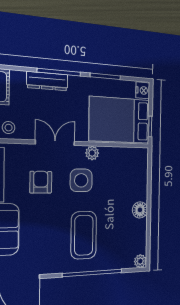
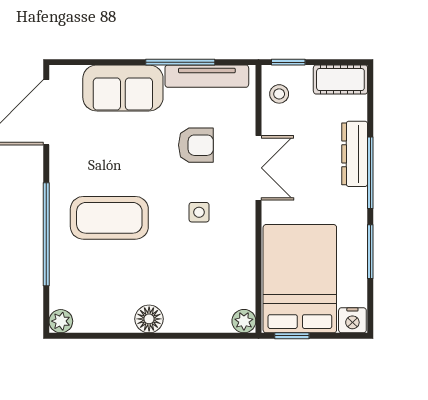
plant: (92, 153) -> (244, 321), moved
side table: (81, 180) -> (199, 212), width x0.54, depth x0.54

